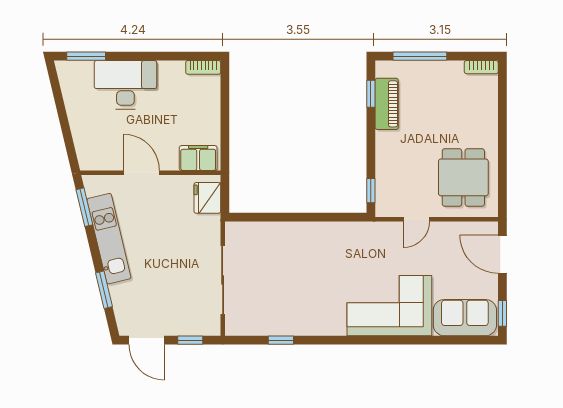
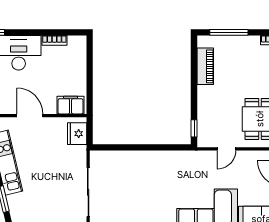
bookcase: (203, 67) -> (54, 40), moved
window: (371, 94) -> (194, 59), removed

